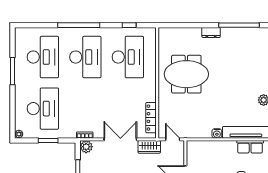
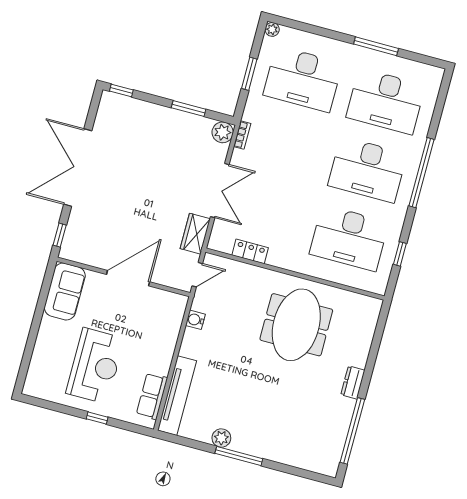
locker: (151, 118) -> (250, 251), width x0.66
water cooler: (217, 133) -> (195, 320), moved

